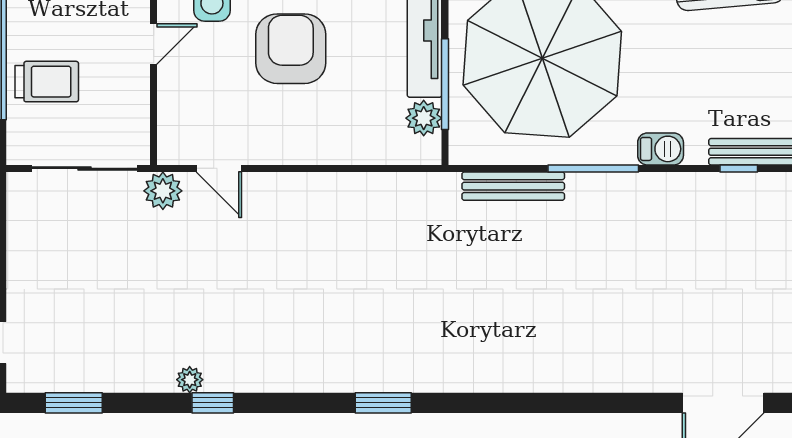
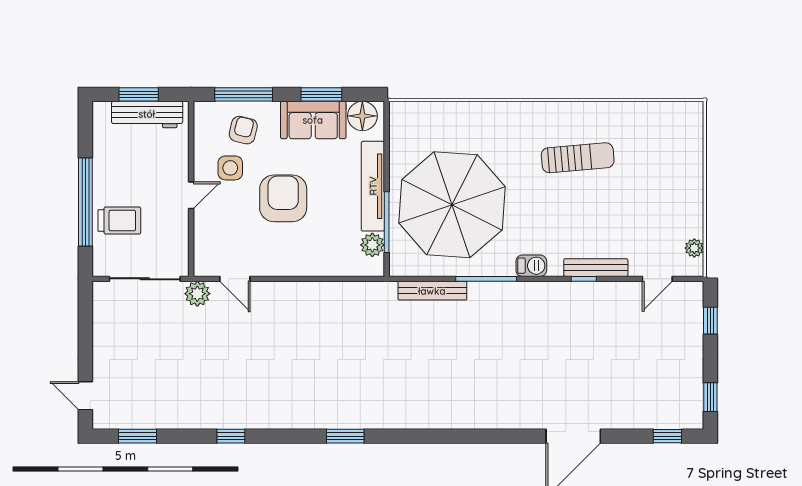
plant: (190, 380) -> (215, 421), removed

